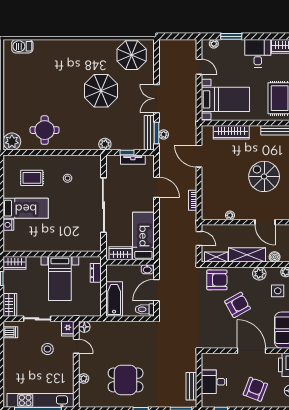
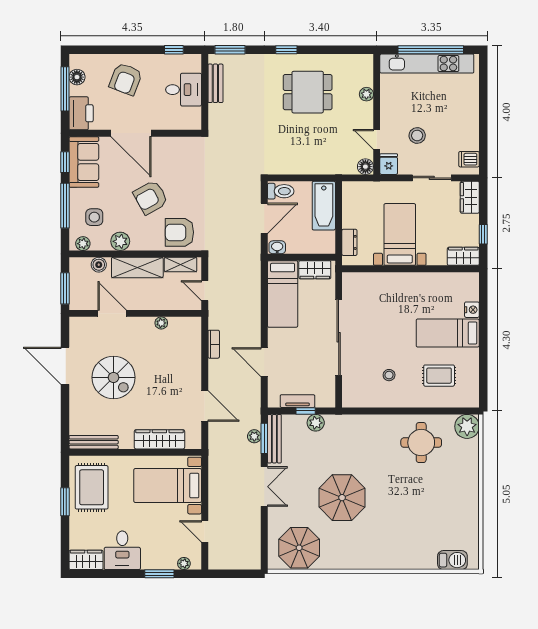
plant: (105, 144) -> (316, 423), moved

